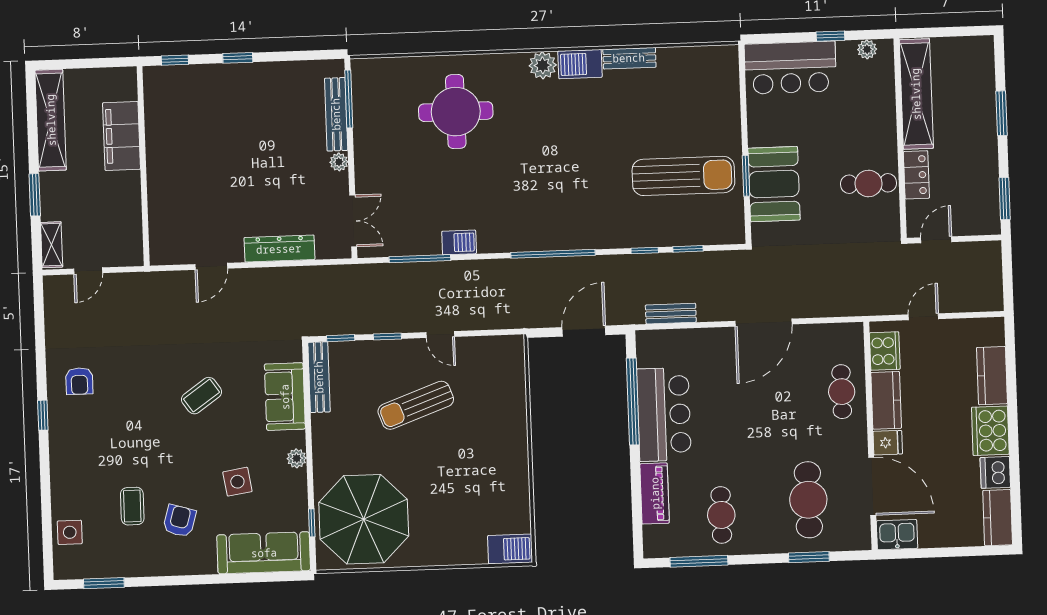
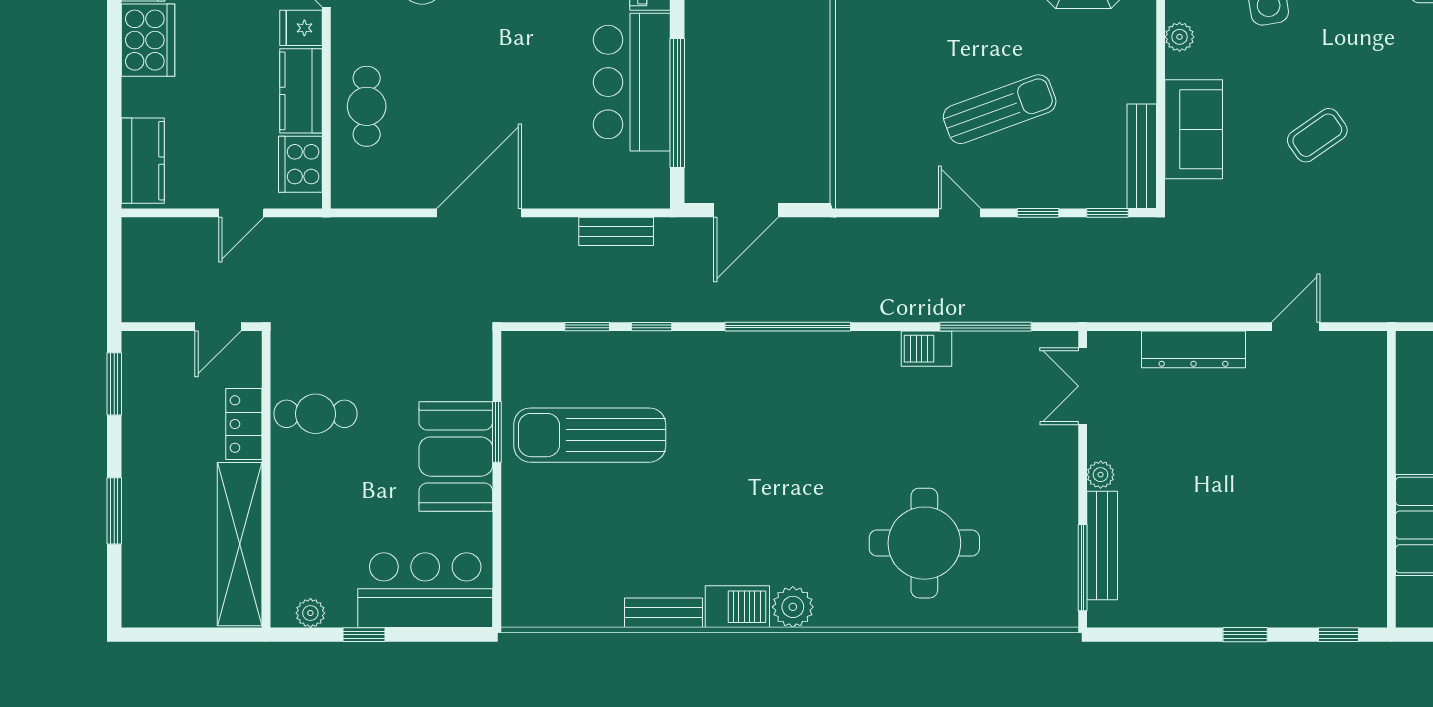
booth: (774, 184) -> (456, 457), moved
kitchen counter: (992, 376) -> (143, 161), moved

